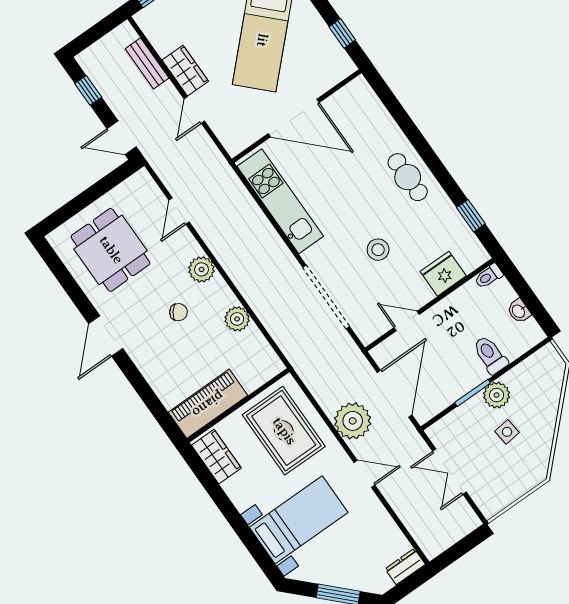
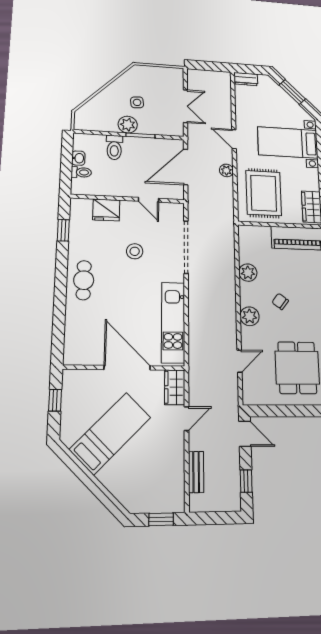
wardrobe: (185, 71) -> (175, 387), moved
toilet: (489, 276) -> (81, 172), moved
plant: (353, 421) -> (226, 170), width x0.53, depth x0.53

